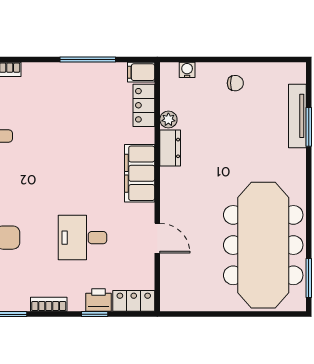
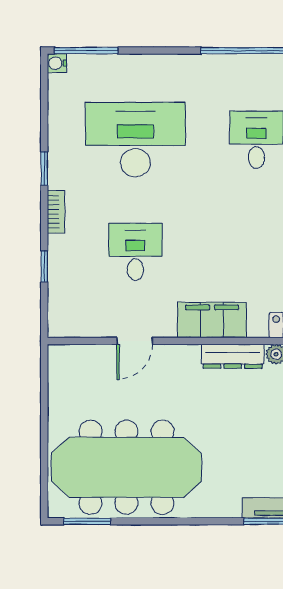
dresser: (170, 148) -> (233, 356), width x1.44
printer: (99, 300) -> (61, 271), removed
locker: (134, 301) -> (60, 313), removed

